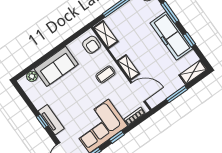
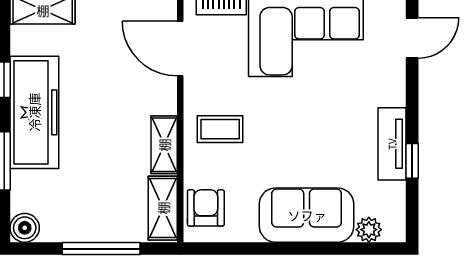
shelving: (128, 67) -> (164, 145), moved
tv unit: (51, 120) -> (392, 144), moved
window: (42, 121) -> (412, 161), moved

